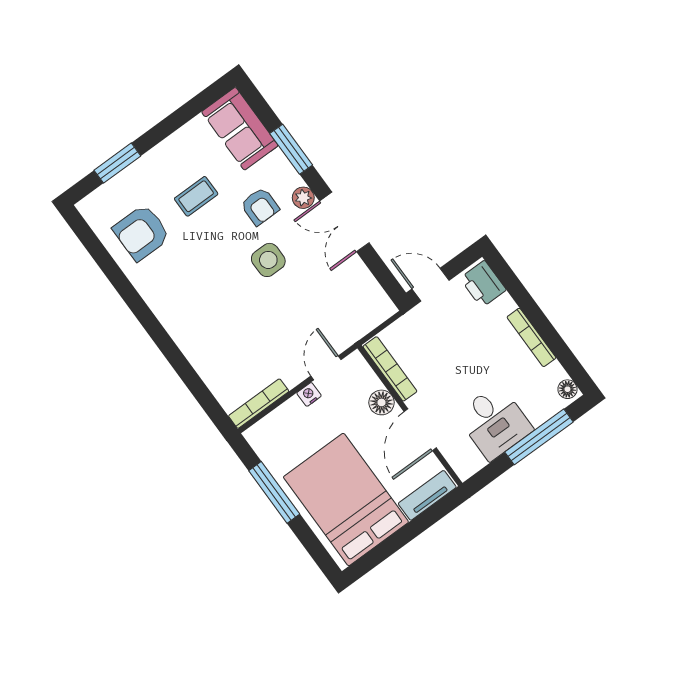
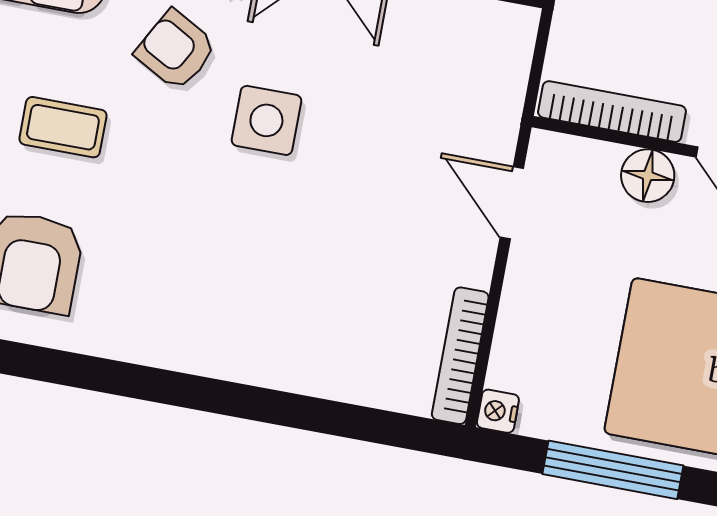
coffee table: (196, 196) -> (63, 127), turned 90
armchair: (260, 206) -> (176, 50), turned -151
nightstand: (309, 394) -> (498, 411), moved

